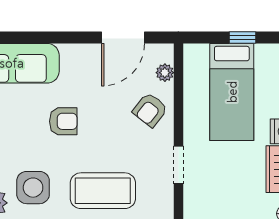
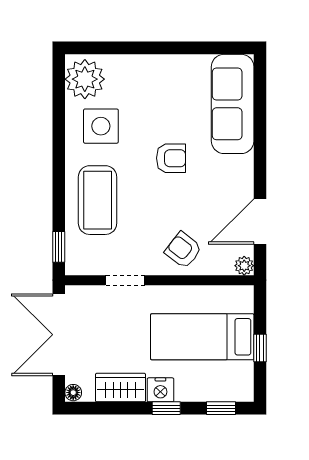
door: (123, 37) -> (260, 222), hinge flipped
plant: (165, 73) -> (244, 266), moved
armchair: (63, 121) -> (171, 158), turned -90

